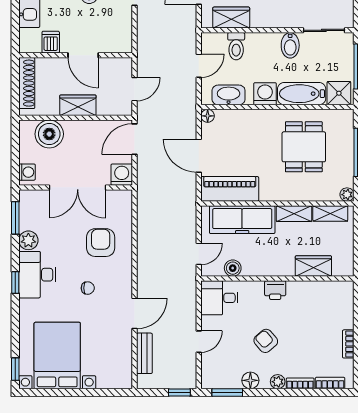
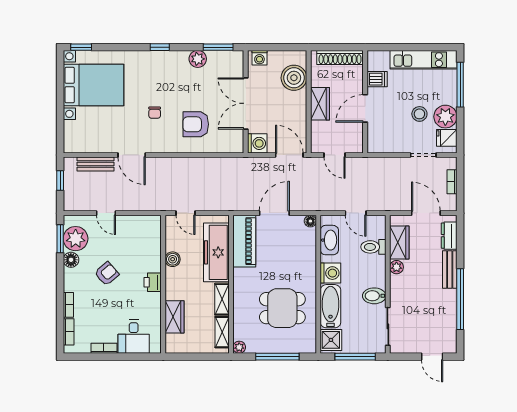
plant: (258, 21) -> (396, 267), added
armchair: (101, 243) -> (196, 124), turned 180
boiler: (233, 268) -> (173, 259), moved
desk: (37, 275) -> (167, 67), removed
desk: (219, 298) -> (134, 337), moved, turned 180
plant: (278, 382) -> (76, 239), moved, width x1.88, depth x1.88
window: (179, 392) -> (60, 180), moved

